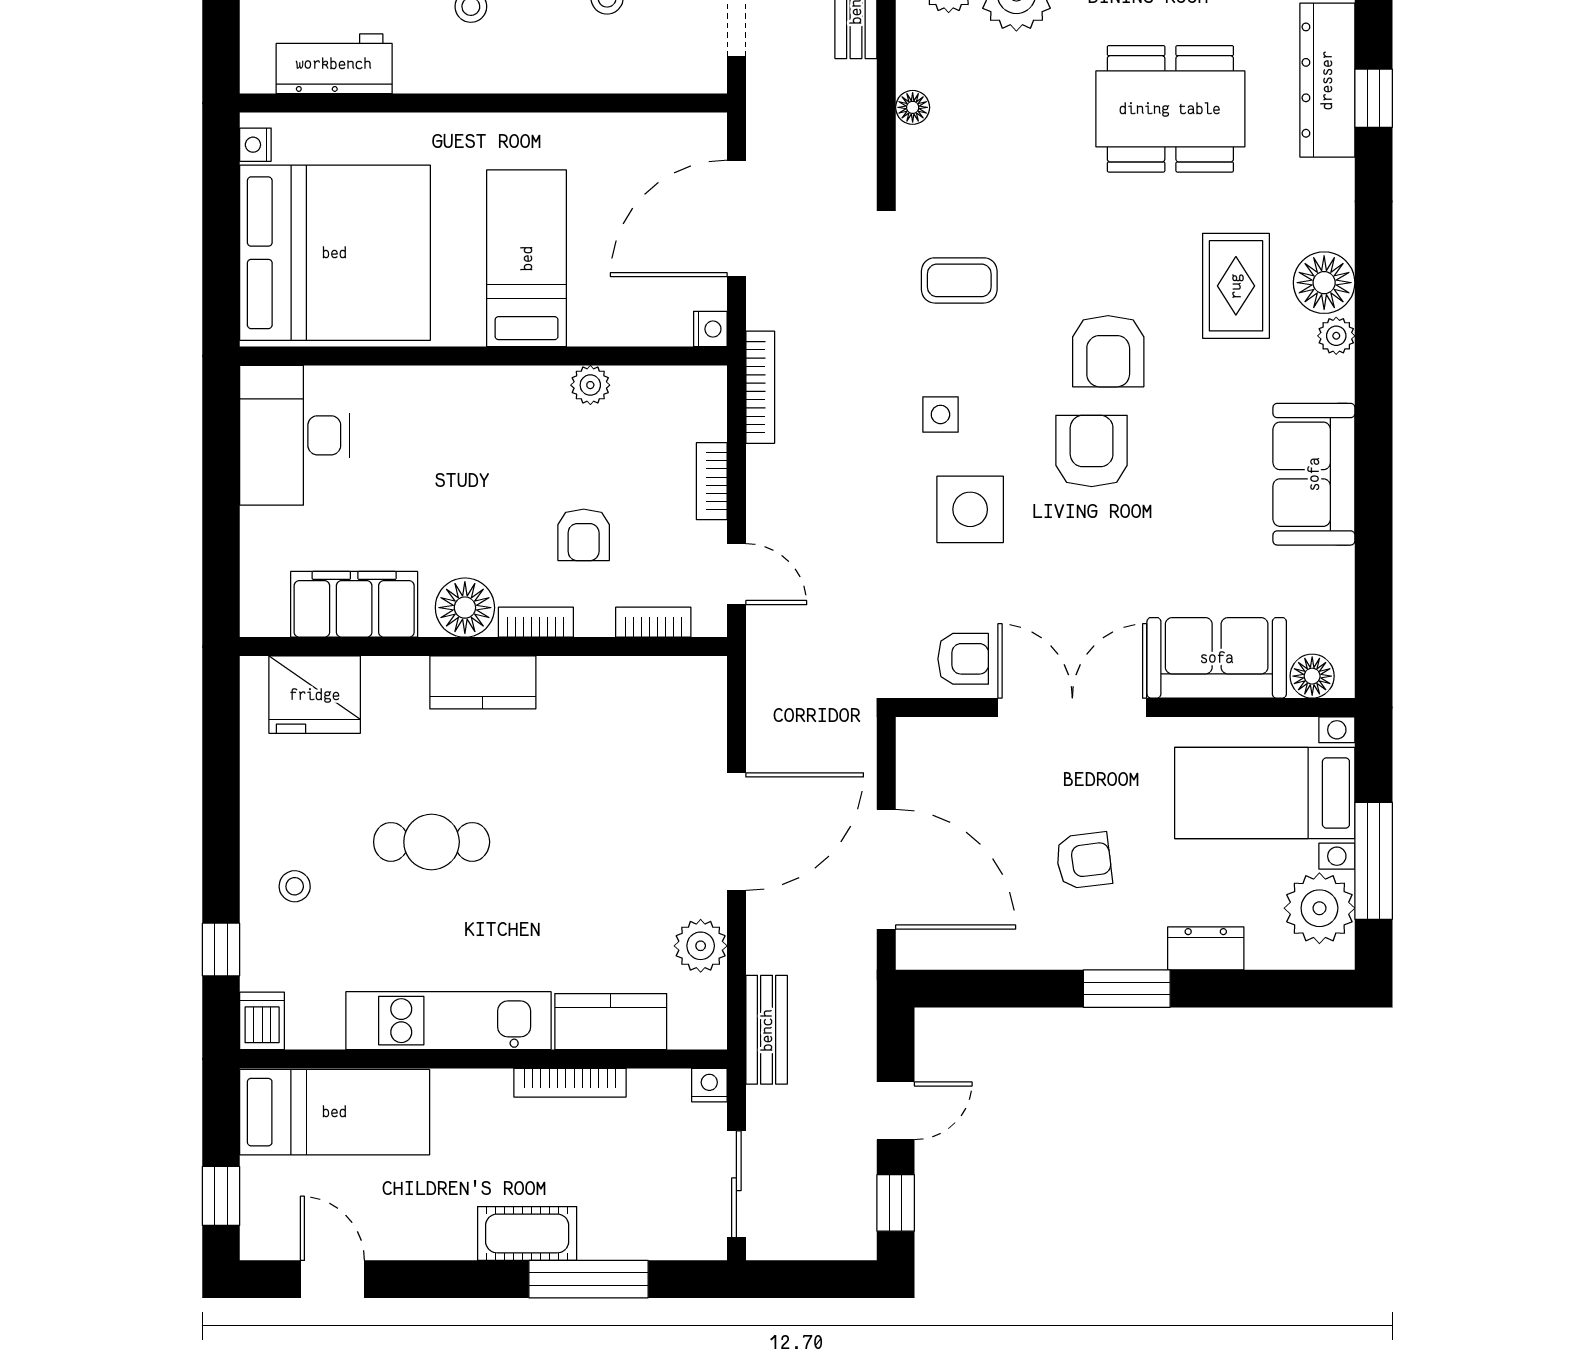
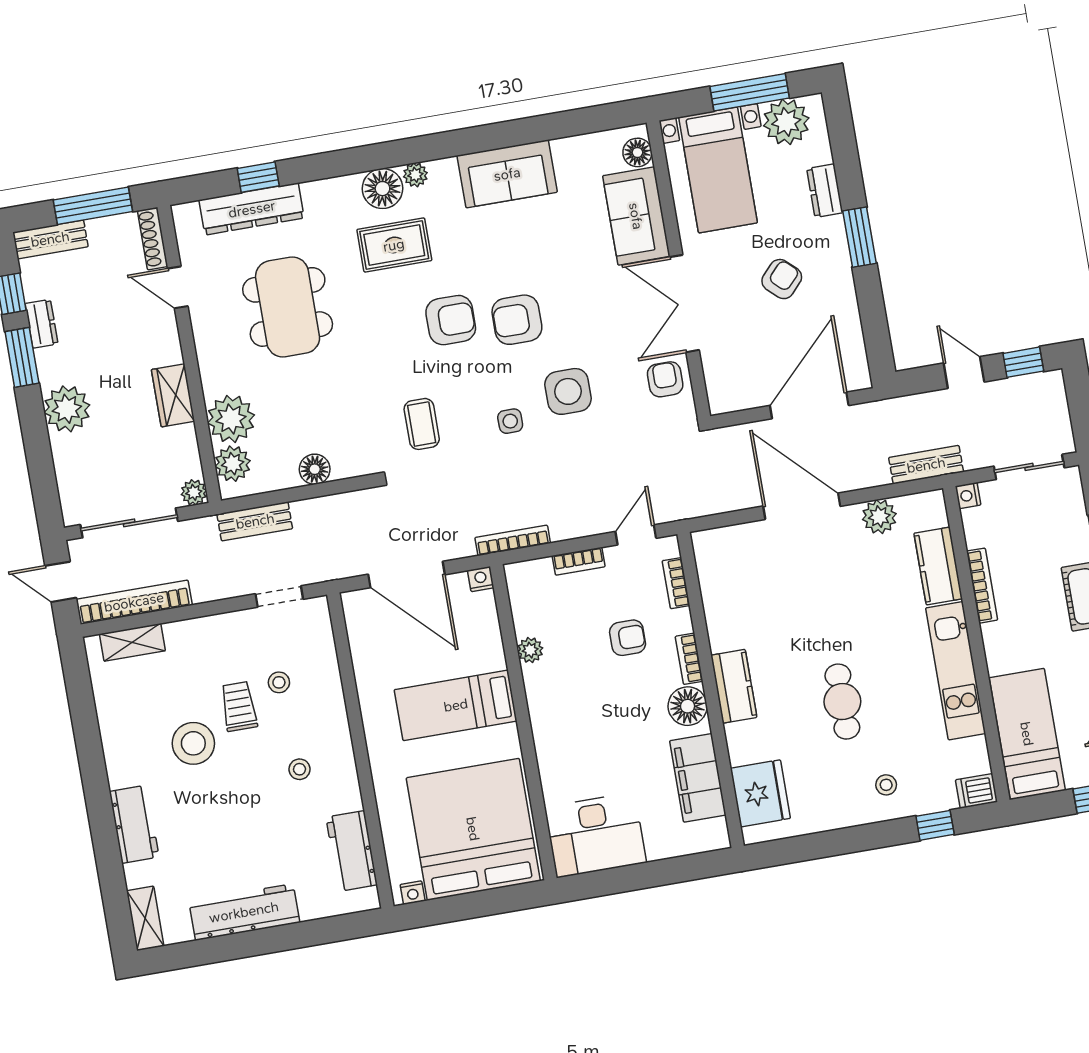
floor lamp: (913, 107) -> (315, 469), width x1.37, depth x1.37
armchair: (1084, 861) -> (782, 279), turned 50

